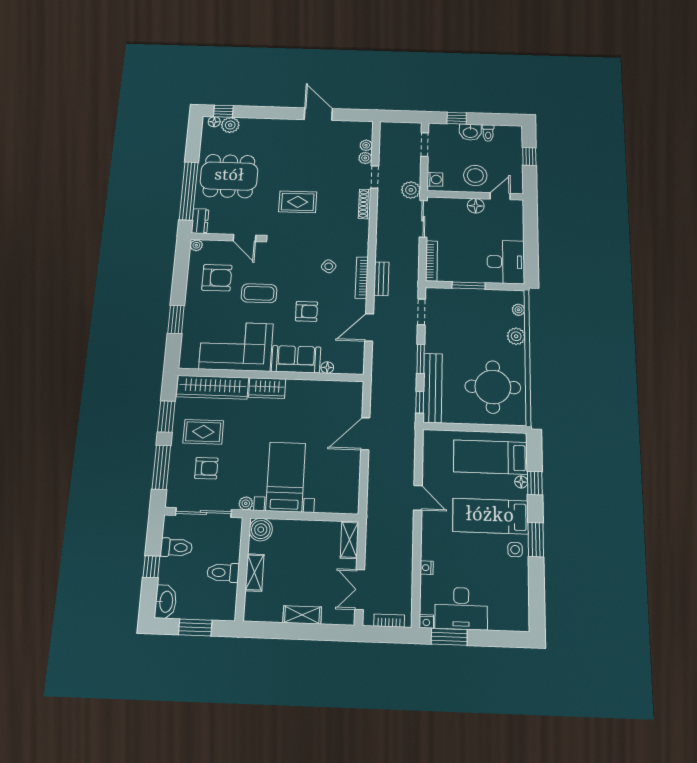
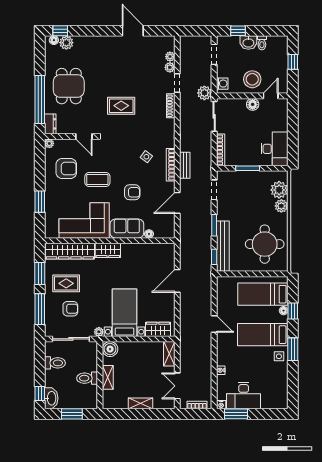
dining table: (229, 176) -> (69, 86), width x0.73
plant: (519, 310) -> (279, 190), width x1.88, depth x1.88
wardrobe: (334, 503) -> (158, 329), added
window: (151, 567) -> (40, 393), moved

